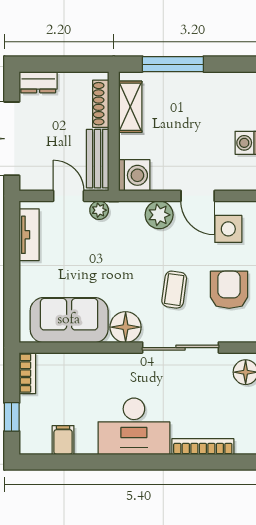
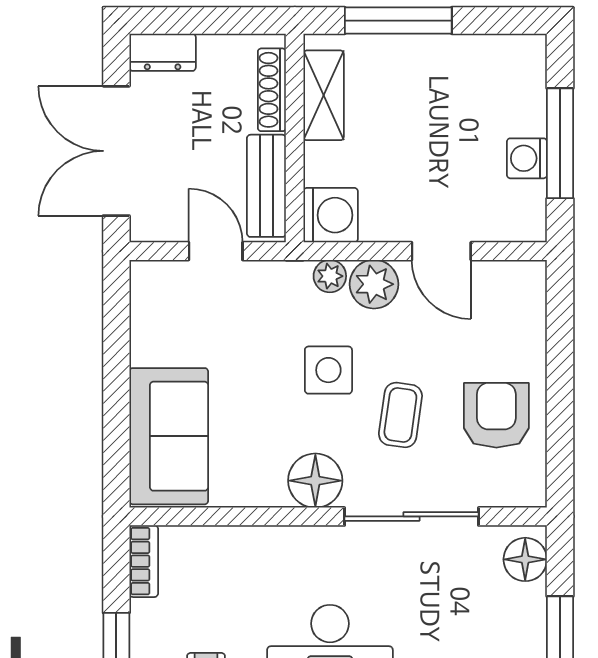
plant: (99, 210) -> (330, 276), moved
side table: (228, 229) -> (328, 370), moved
tv unit: (29, 235) -> (147, 319), removed
sofa: (69, 320) -> (169, 436), moved, turned 90

